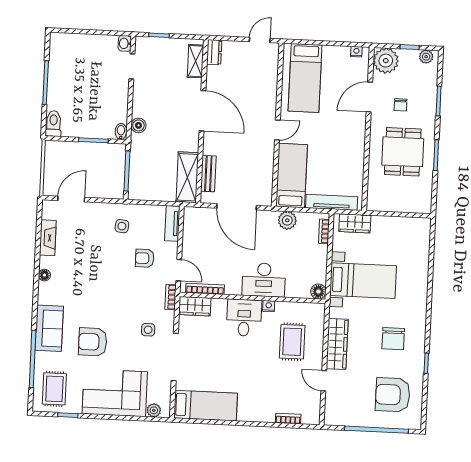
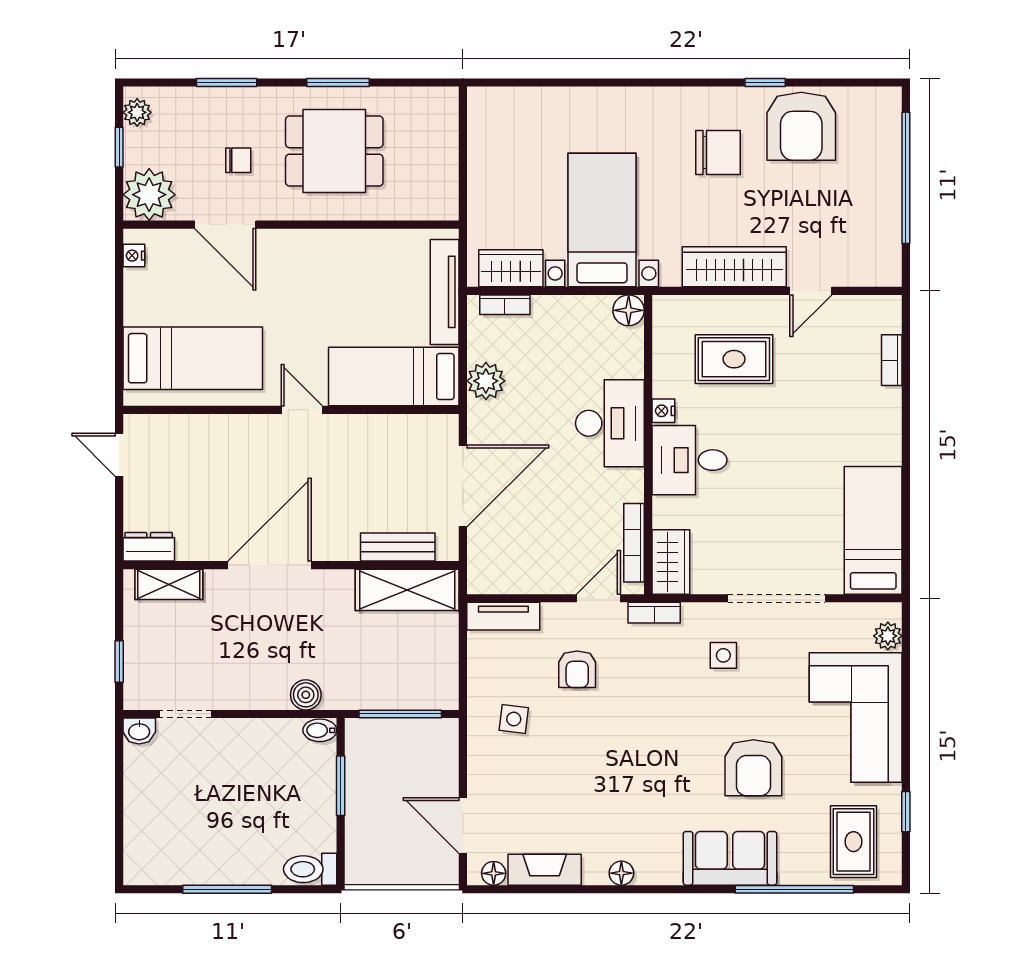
floor lamp: (47, 213) -> (494, 873), added
wardrobe: (355, 223) -> (511, 268), moved, turned -90
rug: (54, 389) -> (854, 842), turned 90
armchair: (393, 395) -> (801, 126), moved

